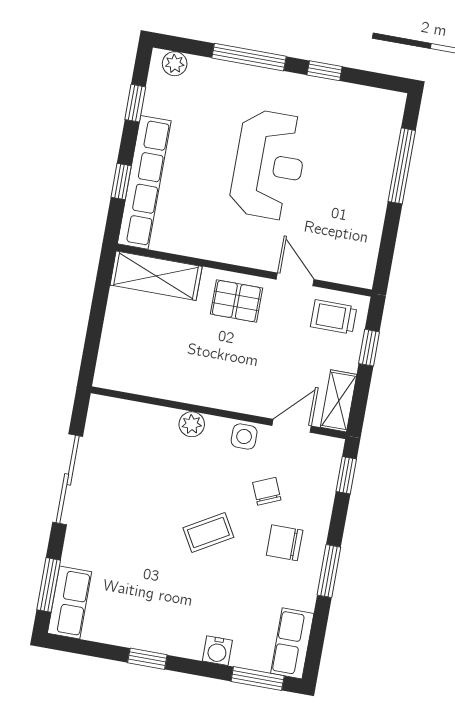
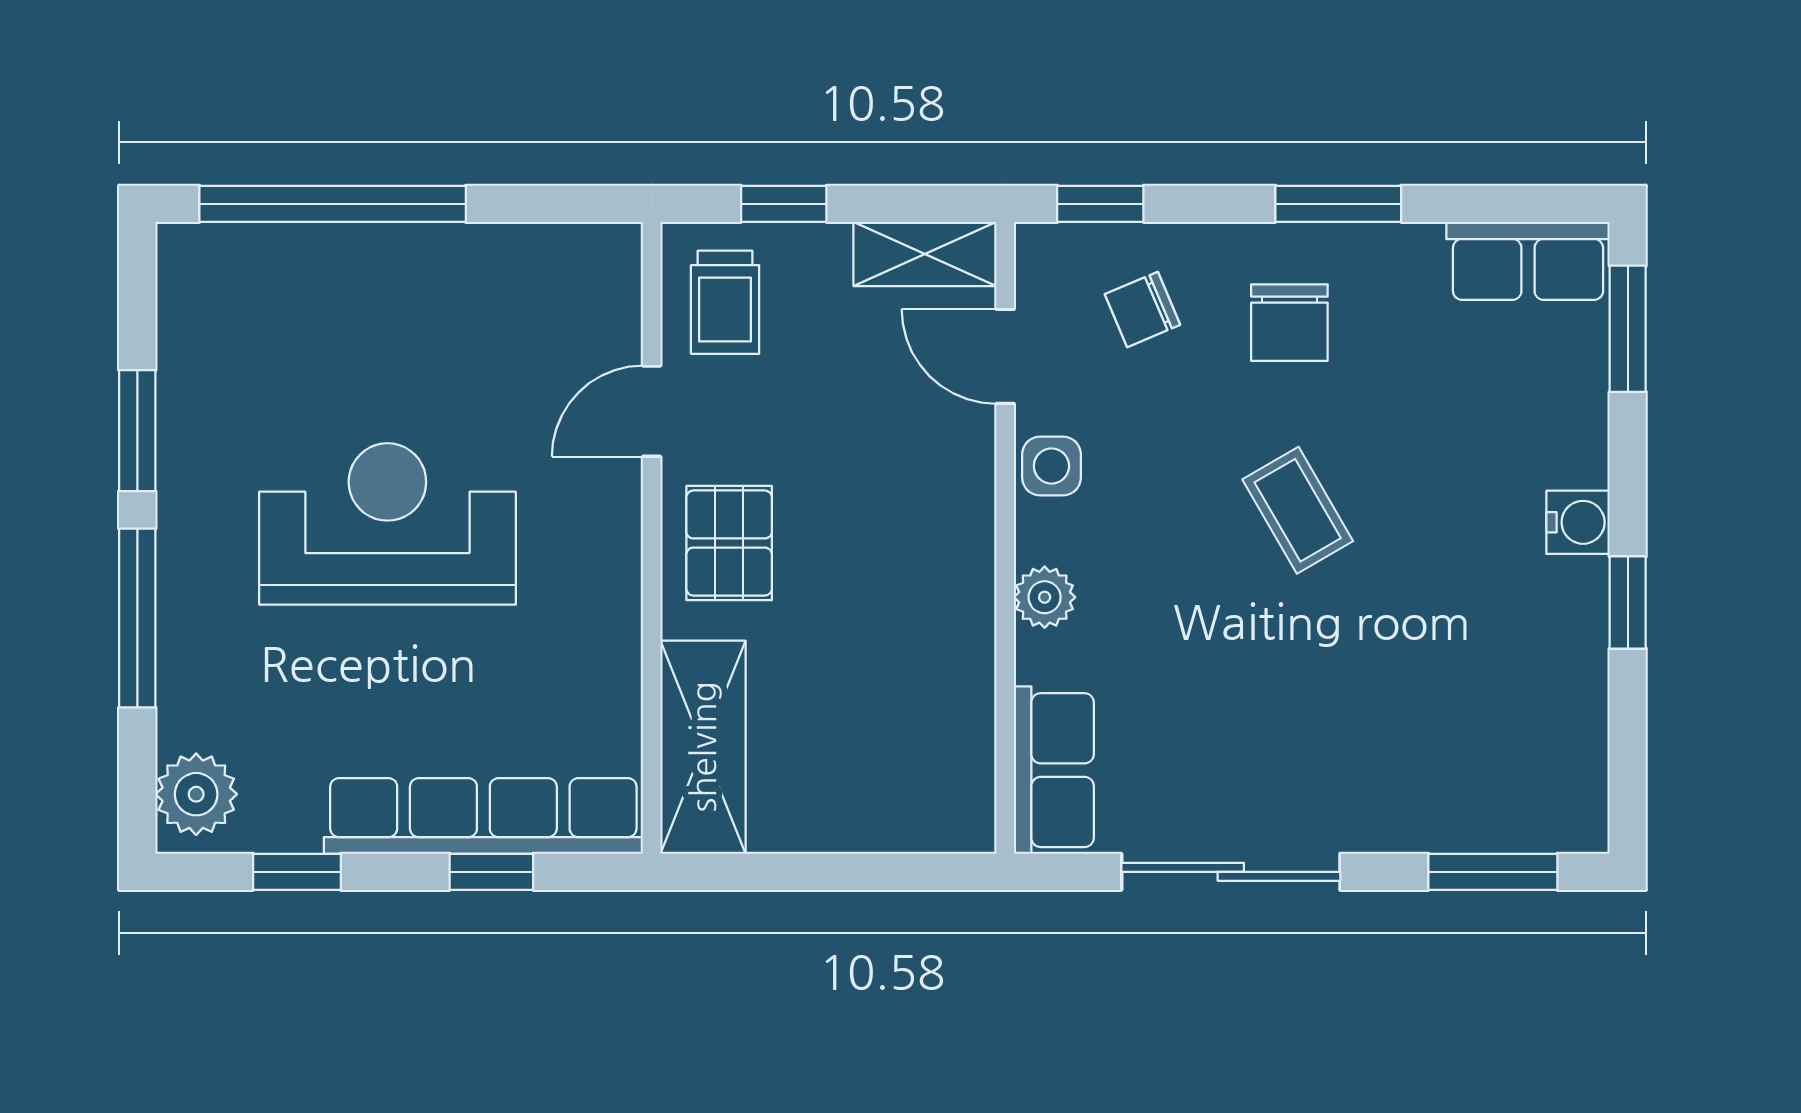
plant: (175, 64) -> (196, 794), width x1.38, depth x1.38
window: (325, 71) -> (137, 431), width x1.50
window: (402, 166) -> (333, 204), width x1.46
chair: (267, 491) -> (1142, 310), moved
row of seats: (70, 602) -> (1054, 770), moved, turned 90
water cooler: (217, 651) -> (1578, 522), moved

